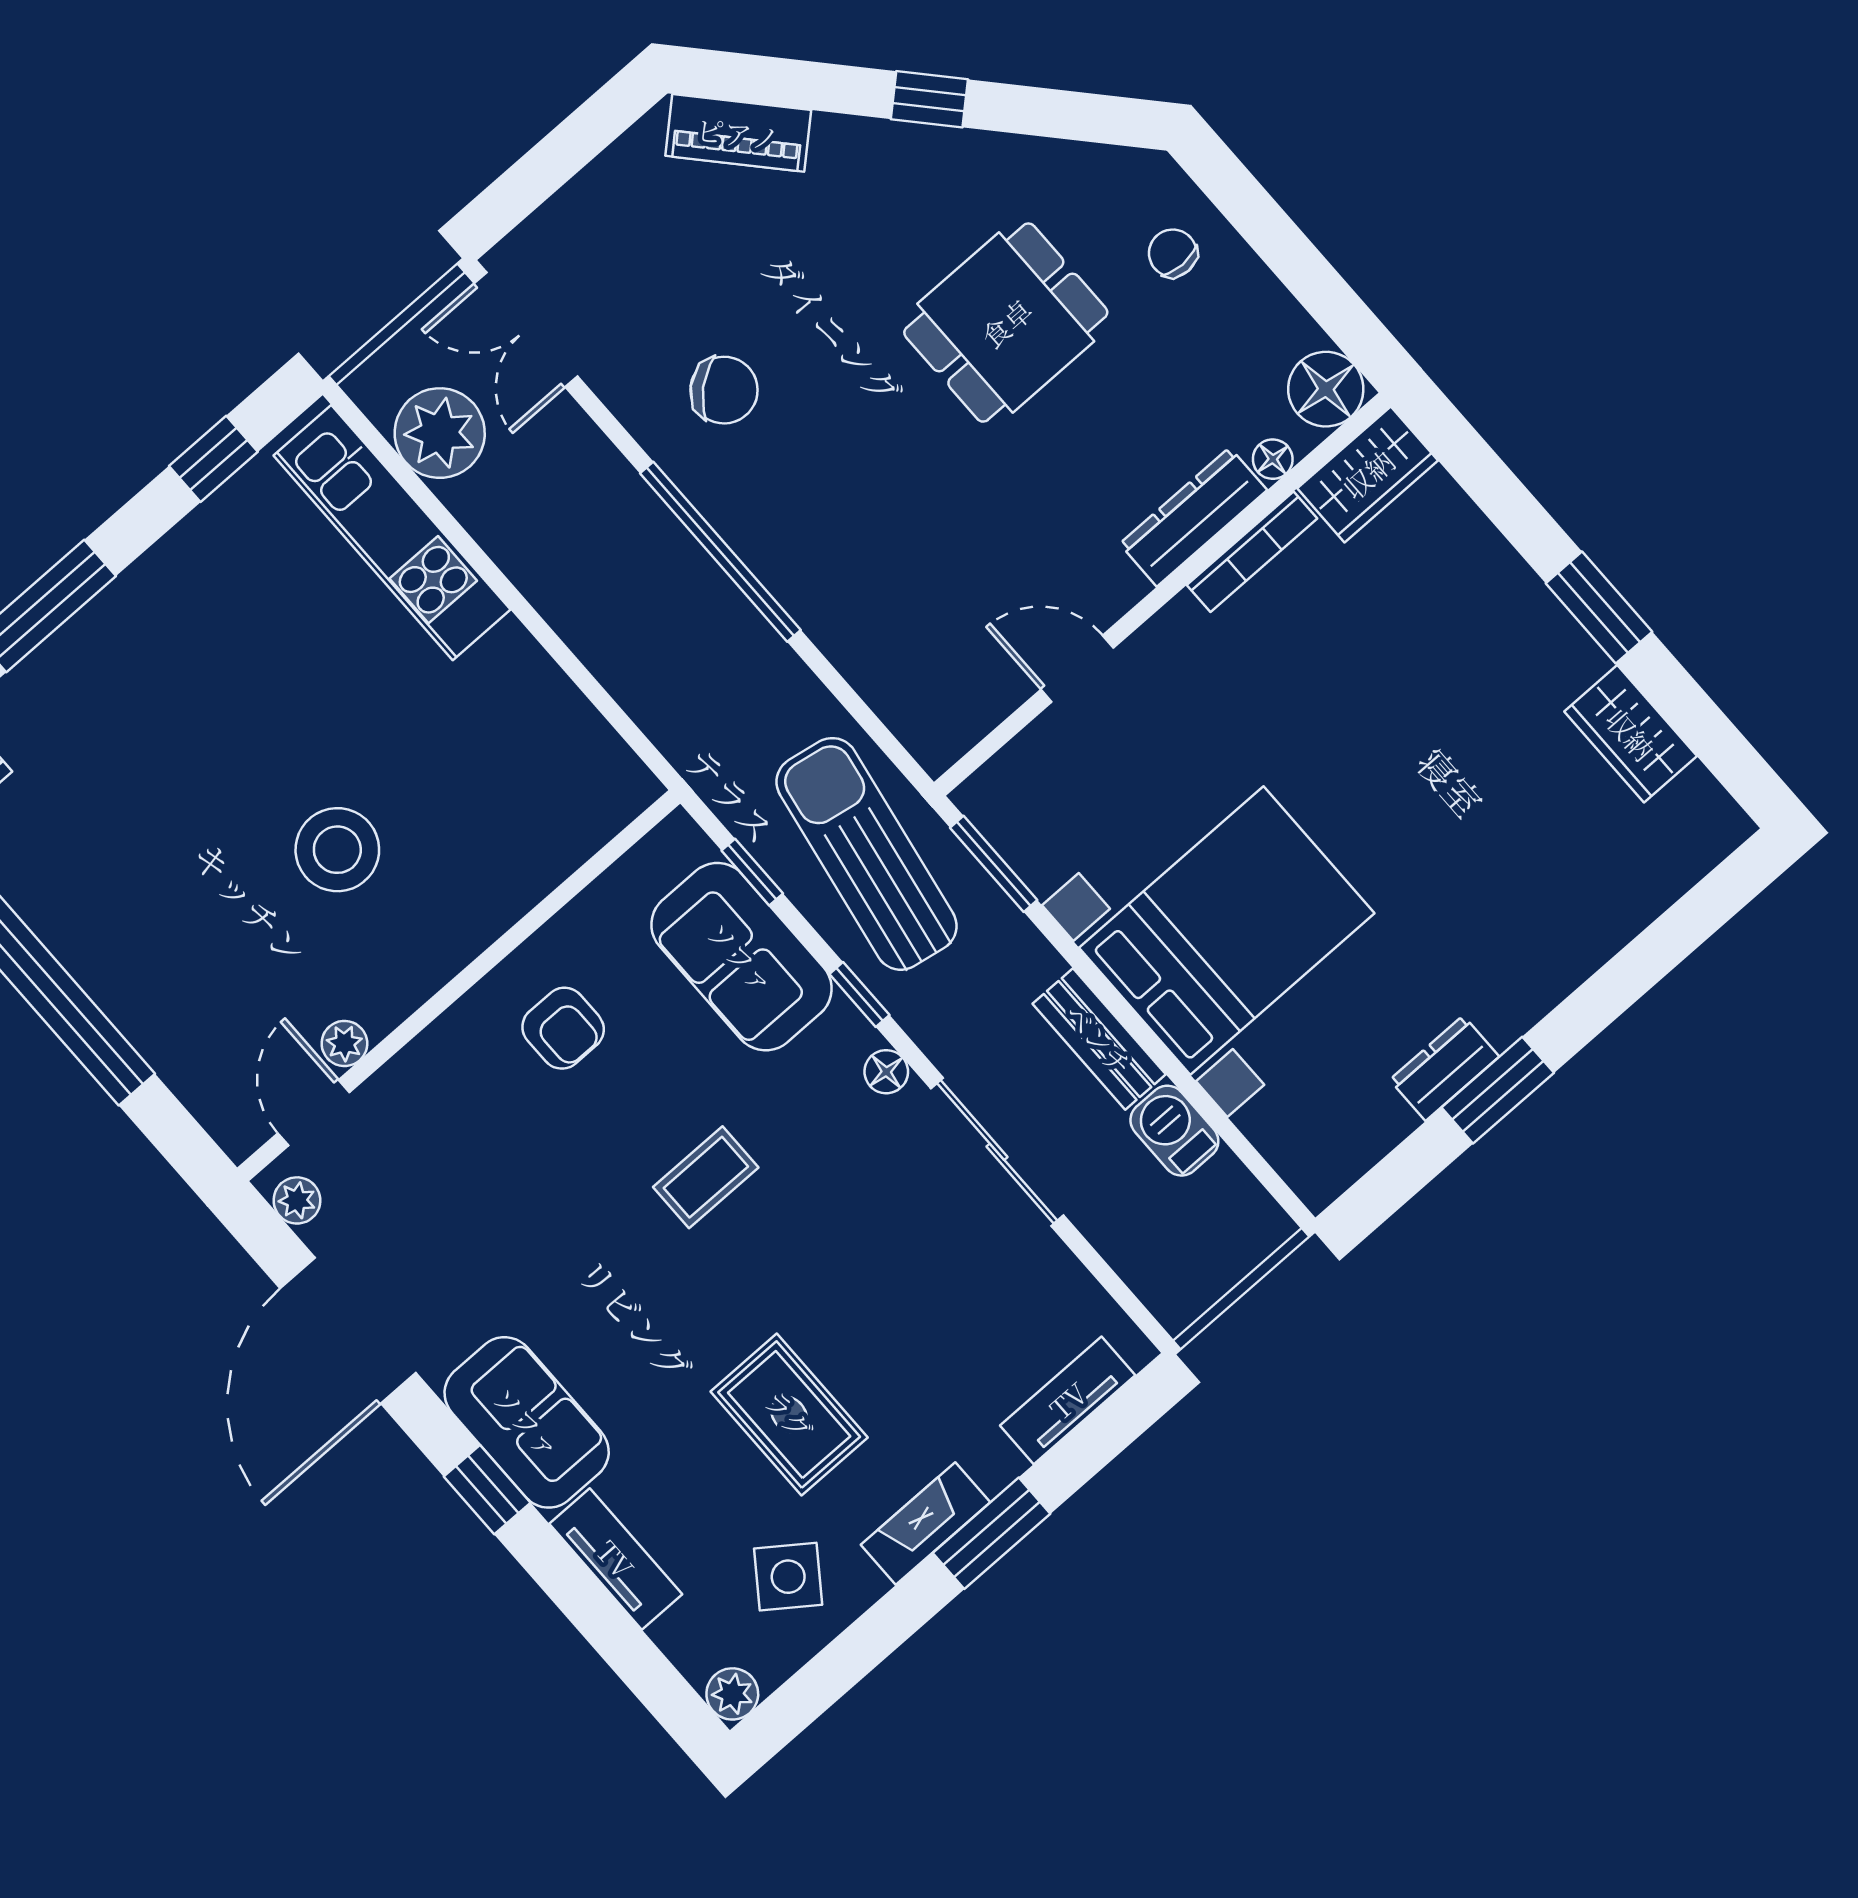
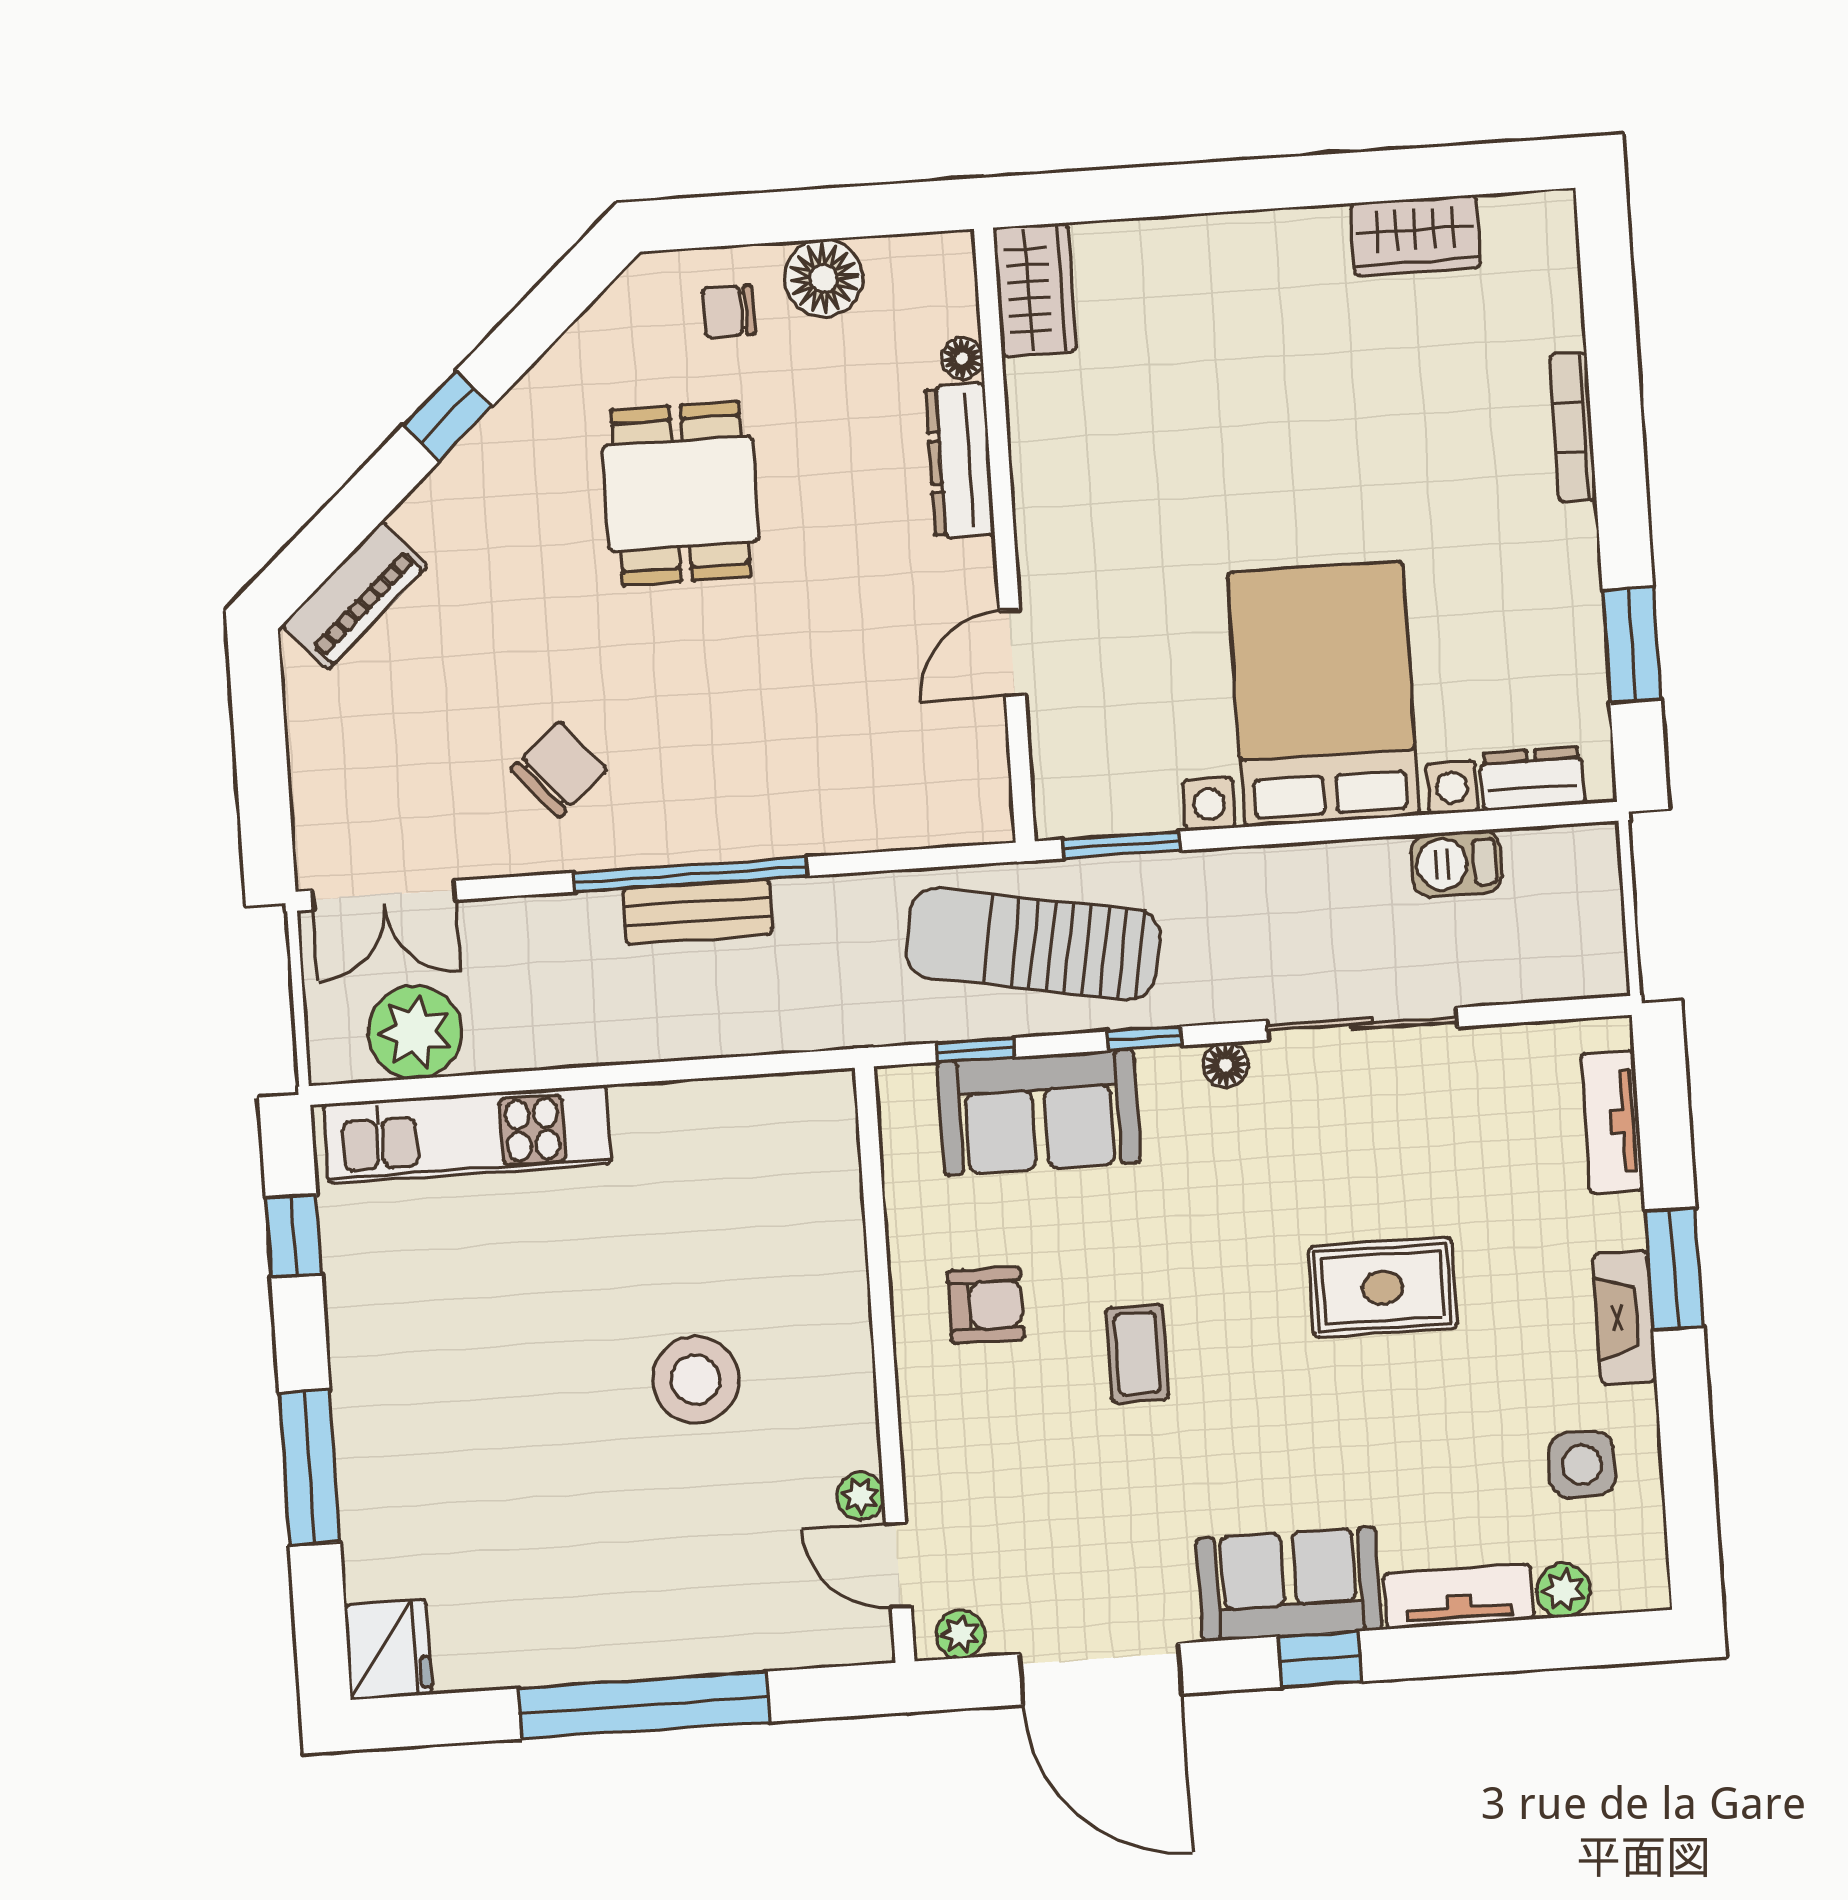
floor lamp: (1326, 389) -> (824, 278), moved
bookcase: (1252, 552) -> (1573, 427), moved, turned 180
window: (1599, 608) -> (1291, 182), removed
bench: (1099, 1039) -> (697, 911), moved
dresser: (1444, 1068) -> (1532, 779), moved, turned 90
window: (1498, 1090) -> (1632, 645), moved
coffee table: (706, 1177) -> (1137, 1354), moved
rug: (789, 1414) -> (1383, 1288), moved
side table: (788, 1577) -> (1582, 1465), turned -36
plant: (732, 1694) -> (1564, 1590), moved

